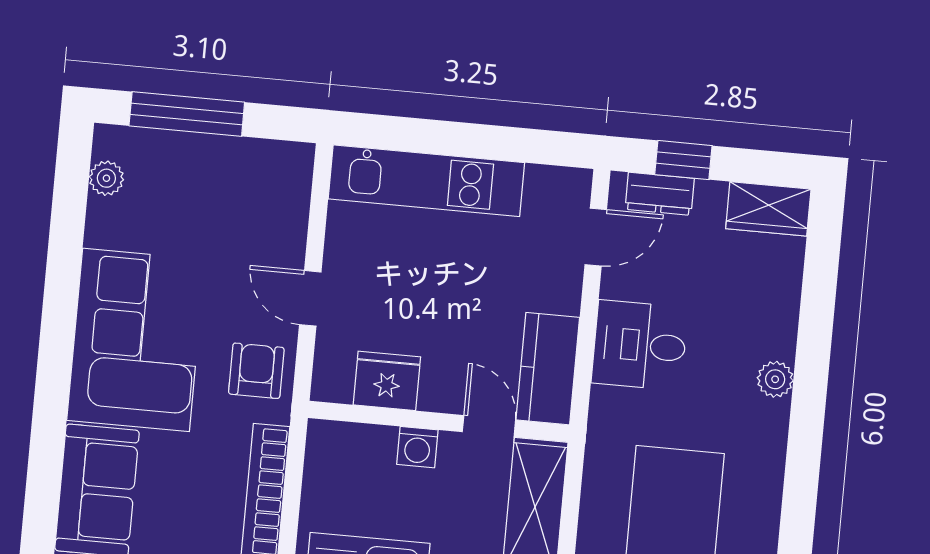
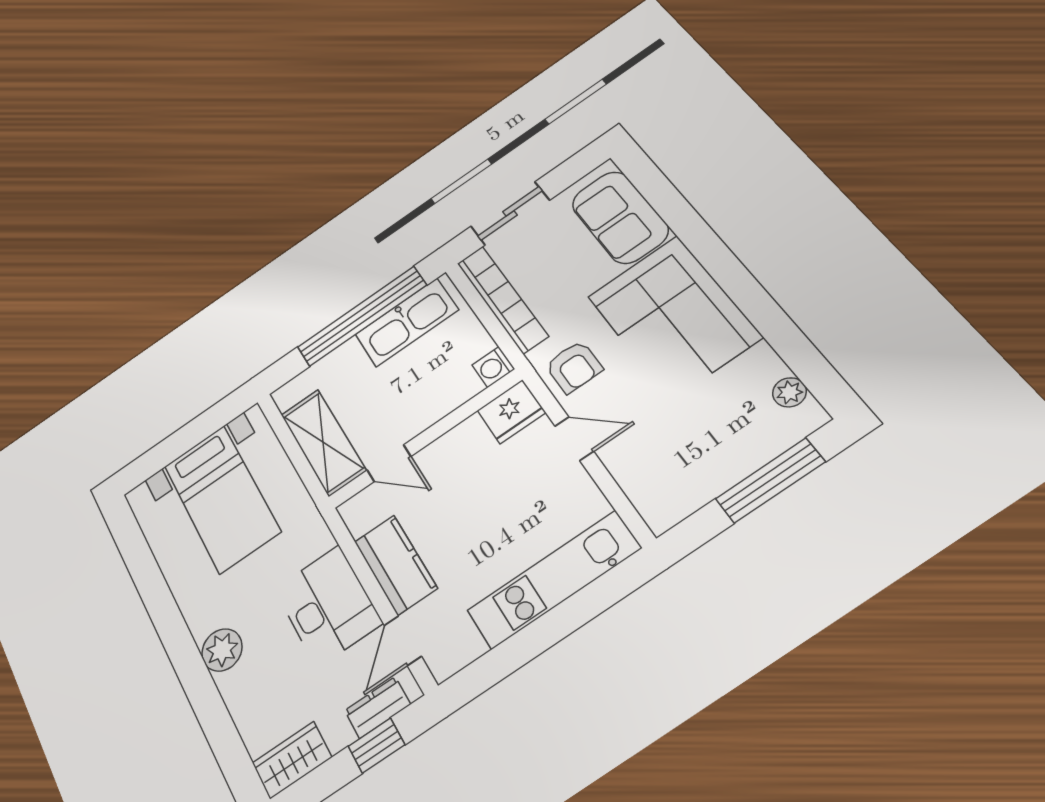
desk: (640, 345) -> (328, 606), width x1.37
kitchen counter: (548, 369) -> (396, 565), moved
plant: (775, 379) -> (222, 650), width x1.38, depth x1.38
fridge: (387, 381) -> (511, 411), moved
washing machine: (417, 447) -> (493, 367), moved, turned -90

